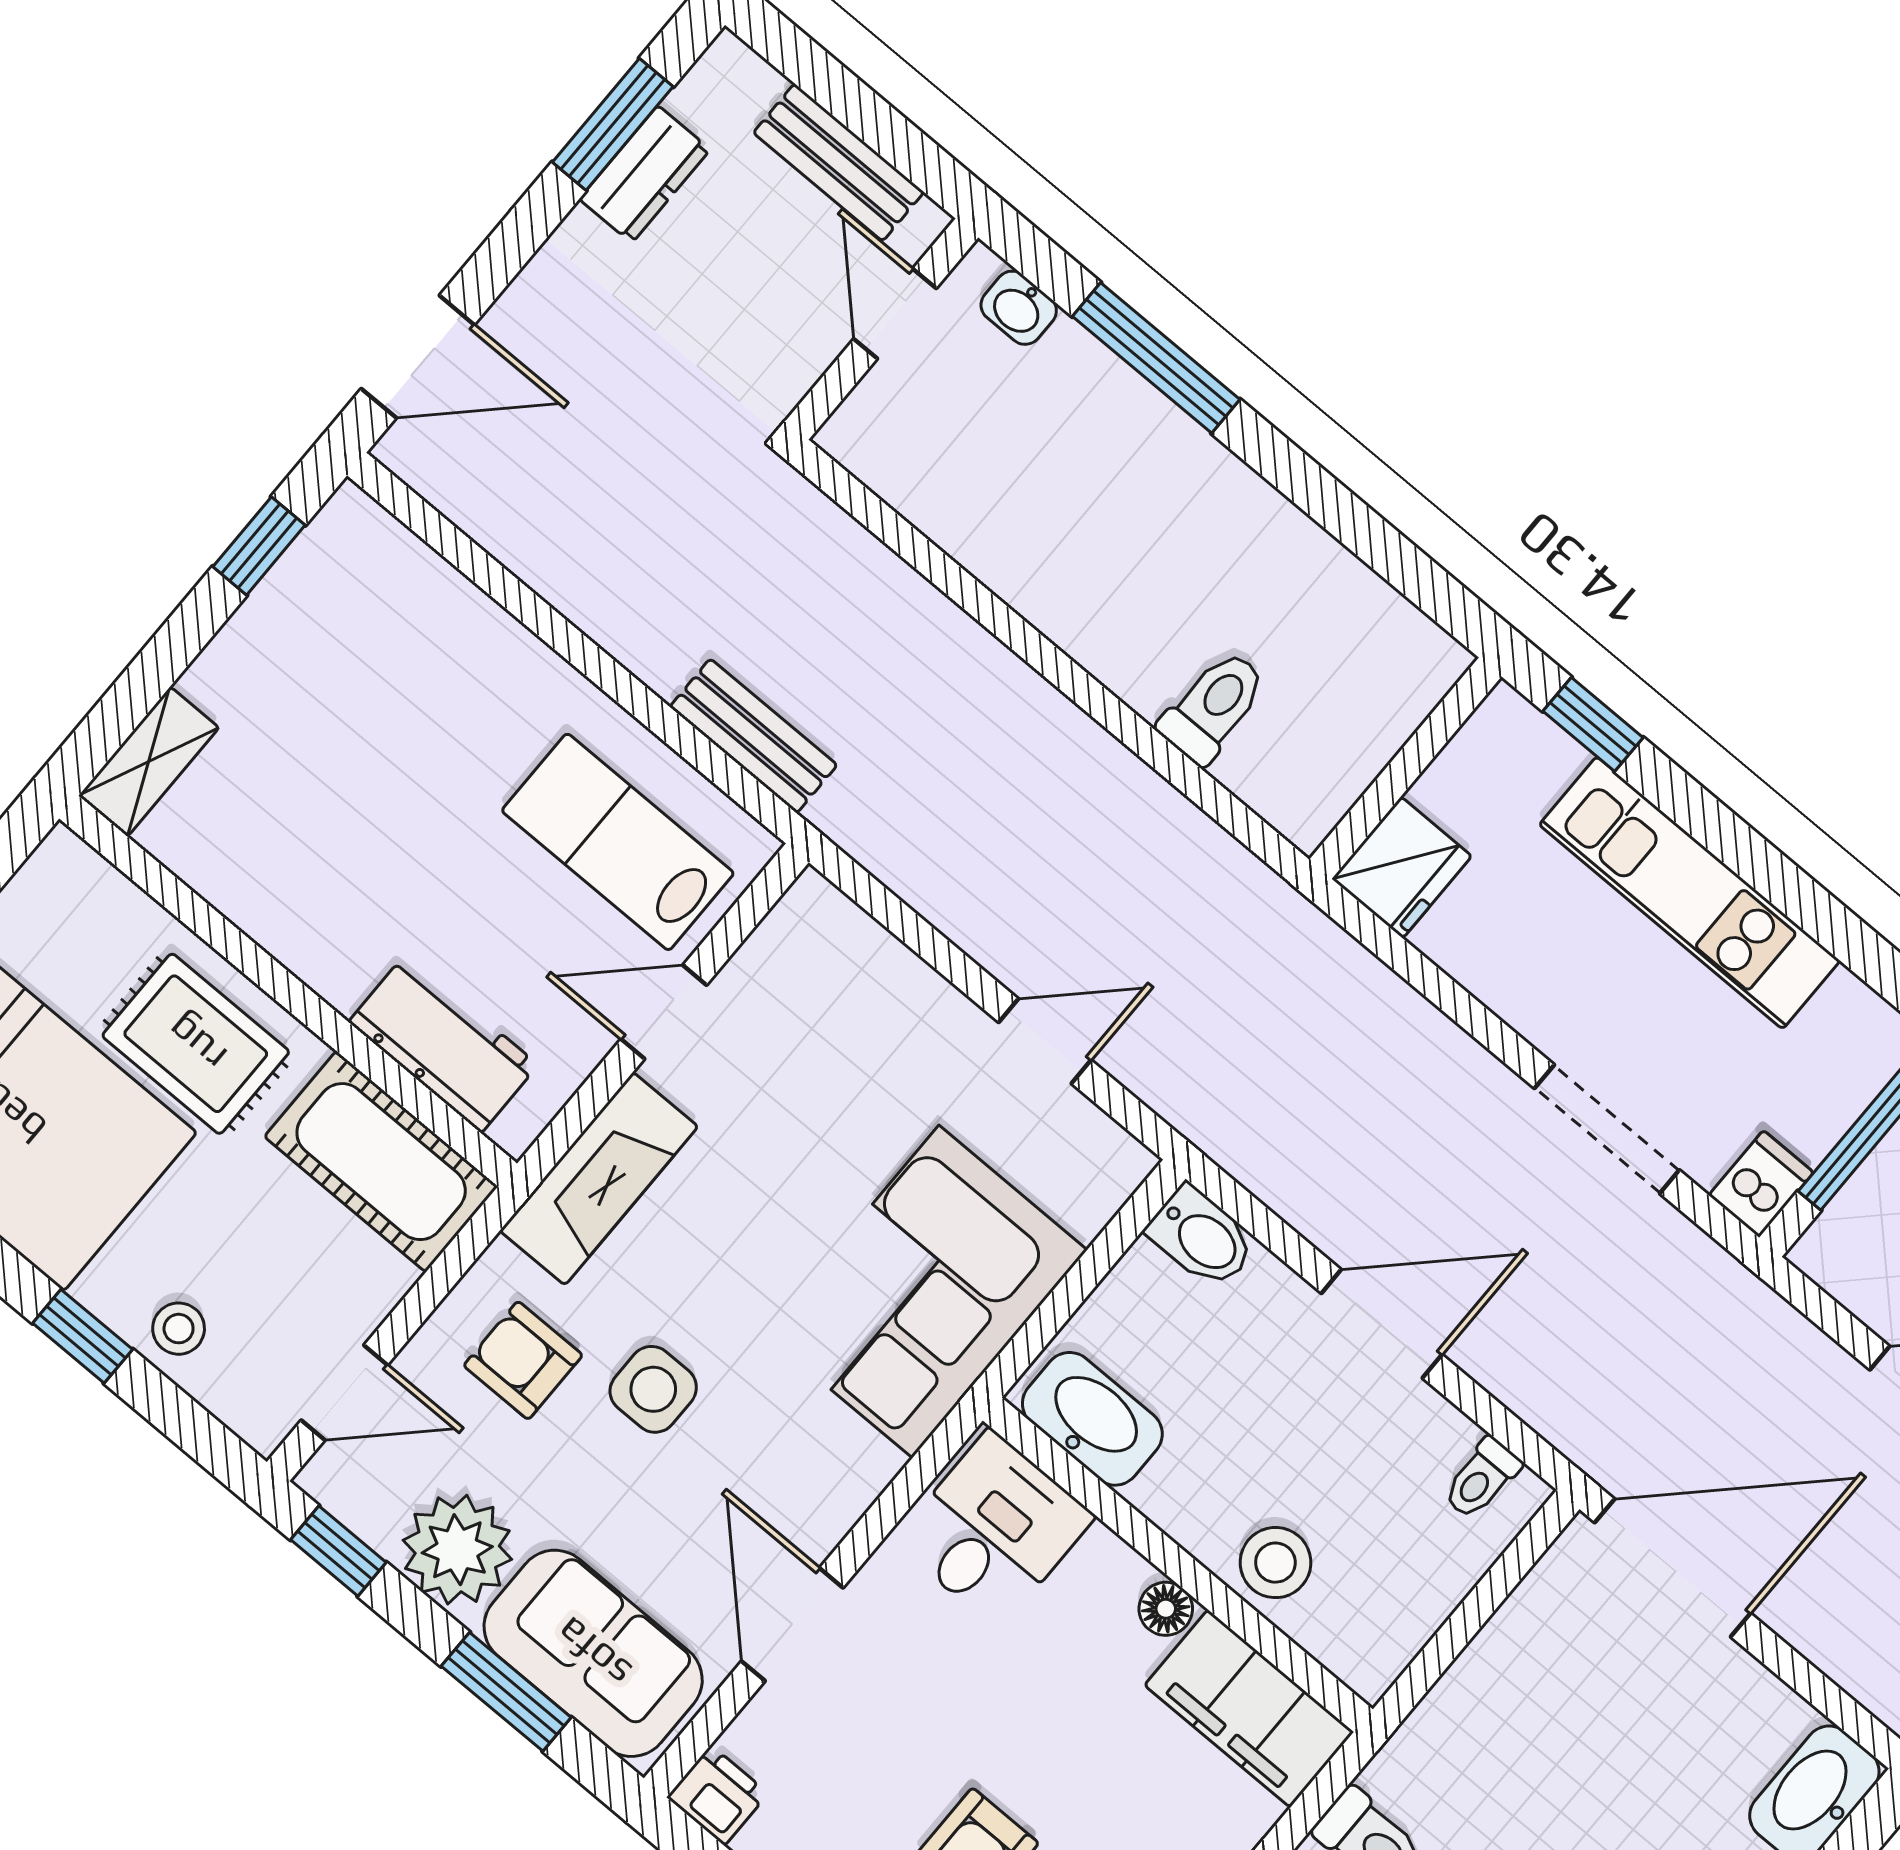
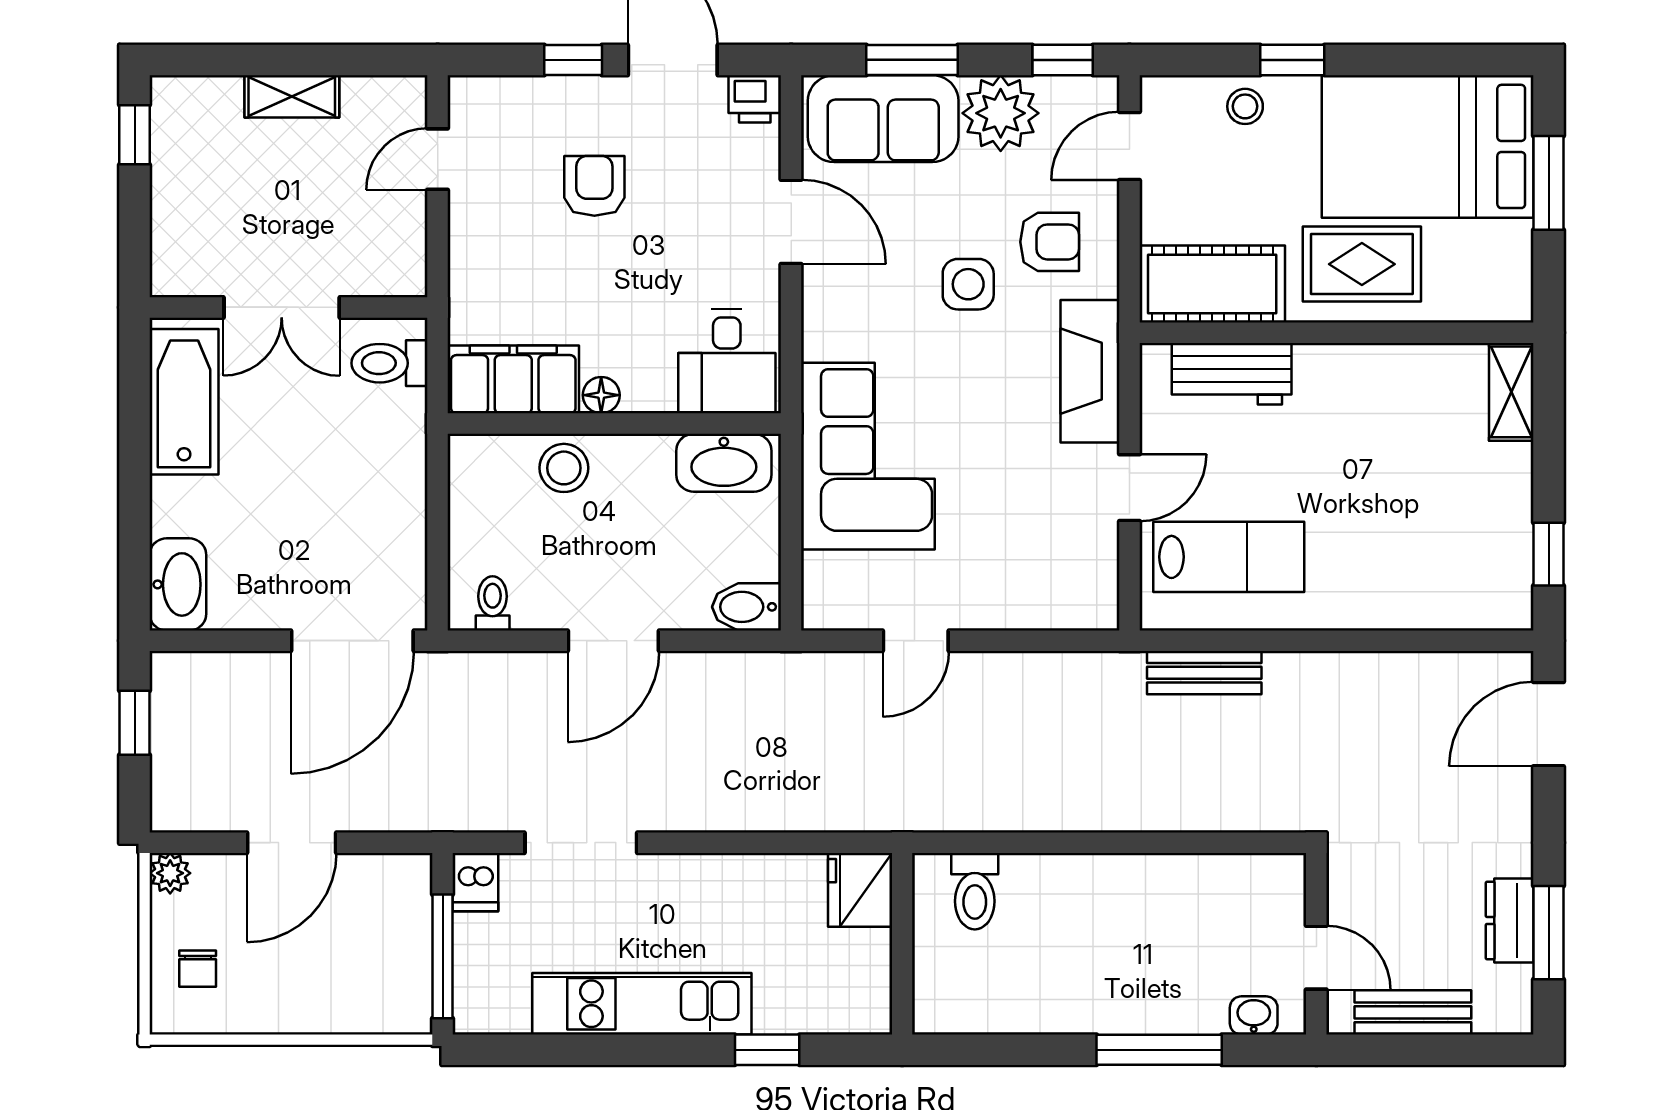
wall: (1405, 768) -> (902, 944), moved
fridge: (1402, 867) -> (860, 890), moved

